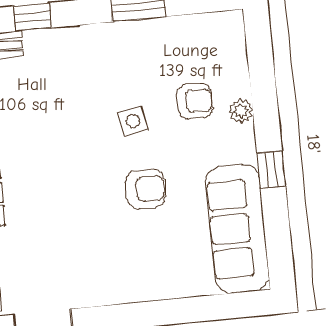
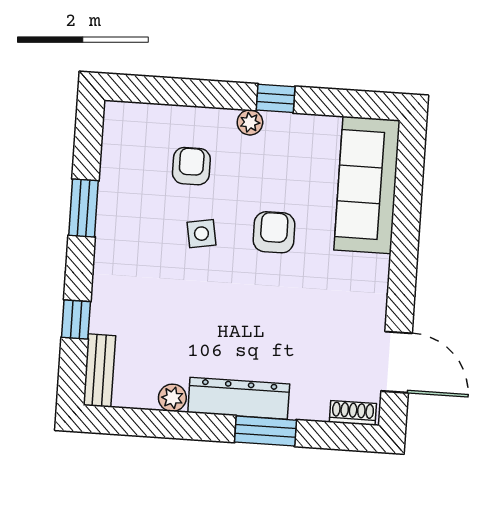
plant: (241, 111) -> (250, 122), moved
sofa: (237, 229) -> (367, 185), moved, turned 90

